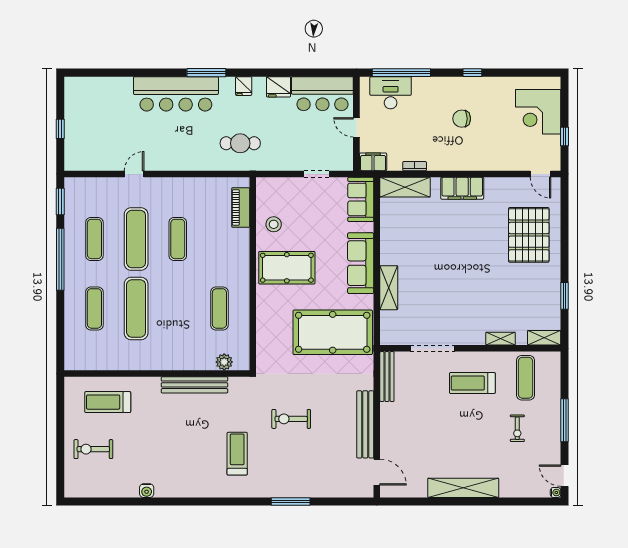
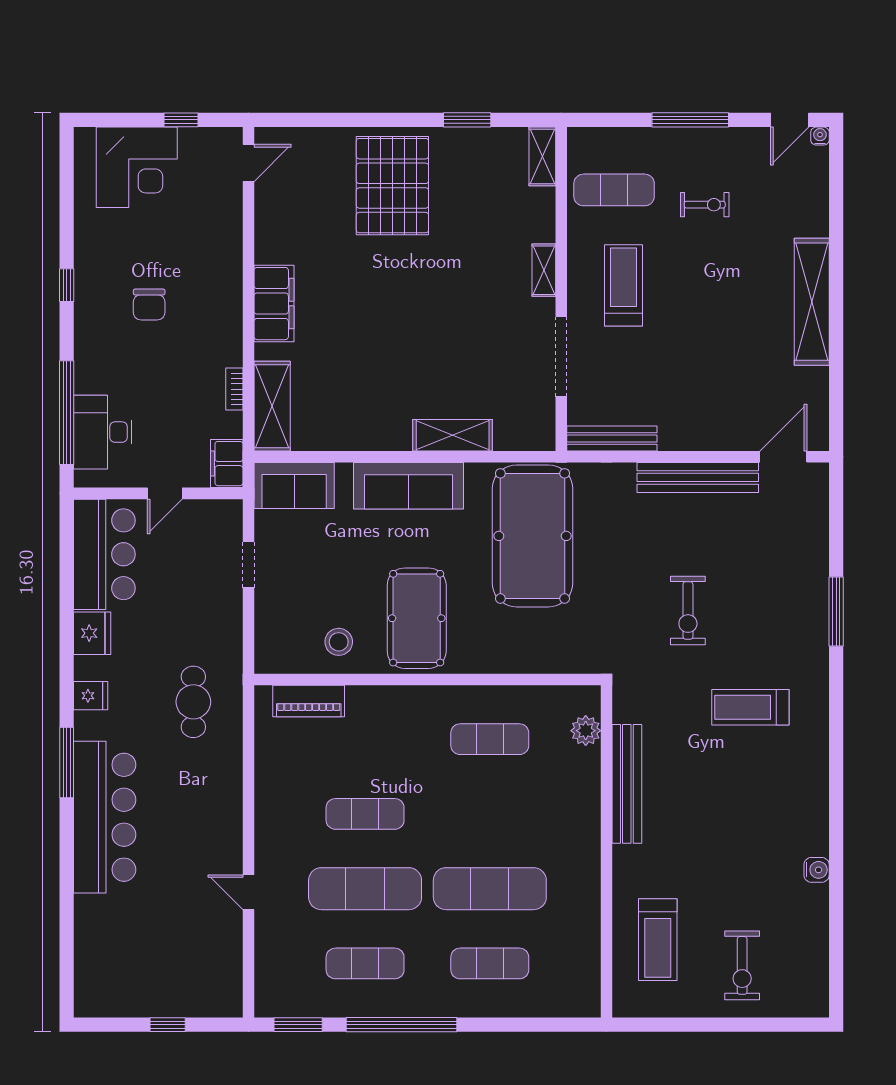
pallet: (529, 235) -> (392, 186), moved, turned 90
shelving: (501, 339) -> (544, 270), moved
treadmill: (472, 383) -> (624, 285), turned 180

